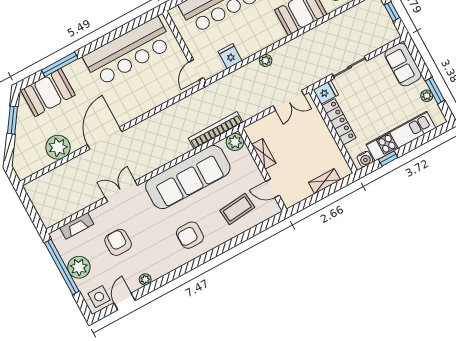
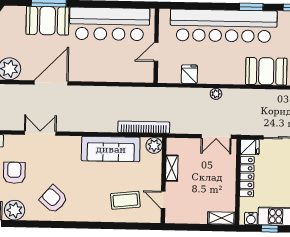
door: (196, 70) -> (156, 52), moved
booth: (48, 93) -> (47, 21), moved
sofa: (188, 177) -> (111, 149), width x0.74, depth x0.79
shelving: (324, 181) -> (221, 218), moved
armchair: (190, 235) -> (54, 199), moved, turned 41
plant: (145, 279) -> (15, 210), width x1.88, depth x1.88

